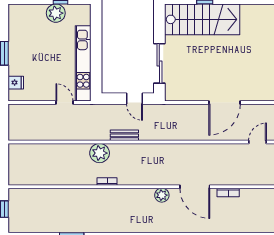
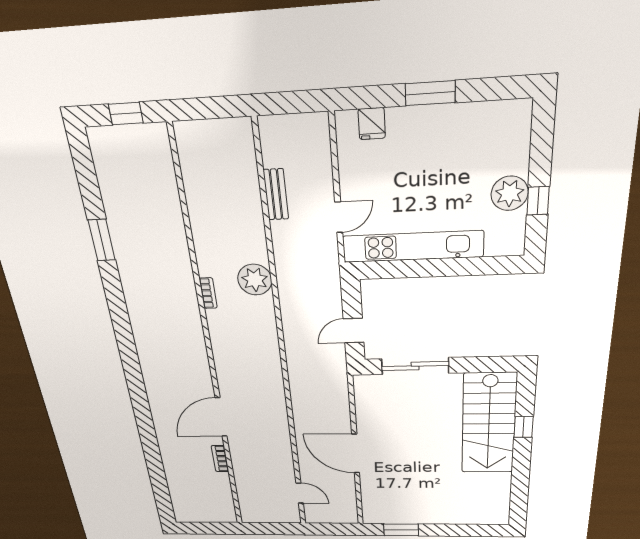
bench: (124, 135) -> (276, 194), moved
plant: (162, 195) -> (200, 374), removed

